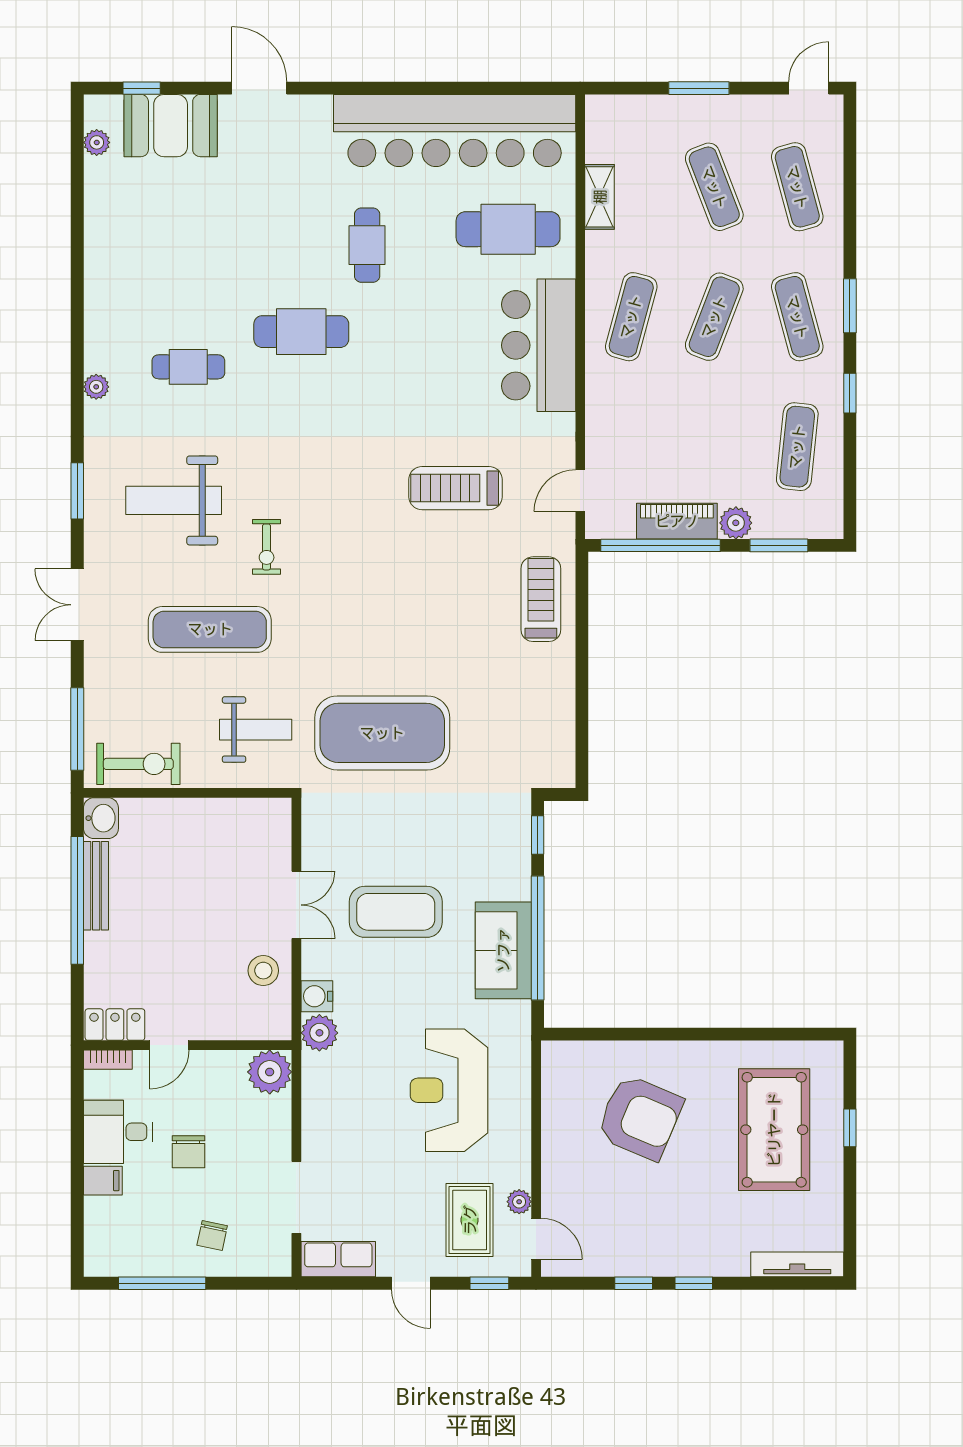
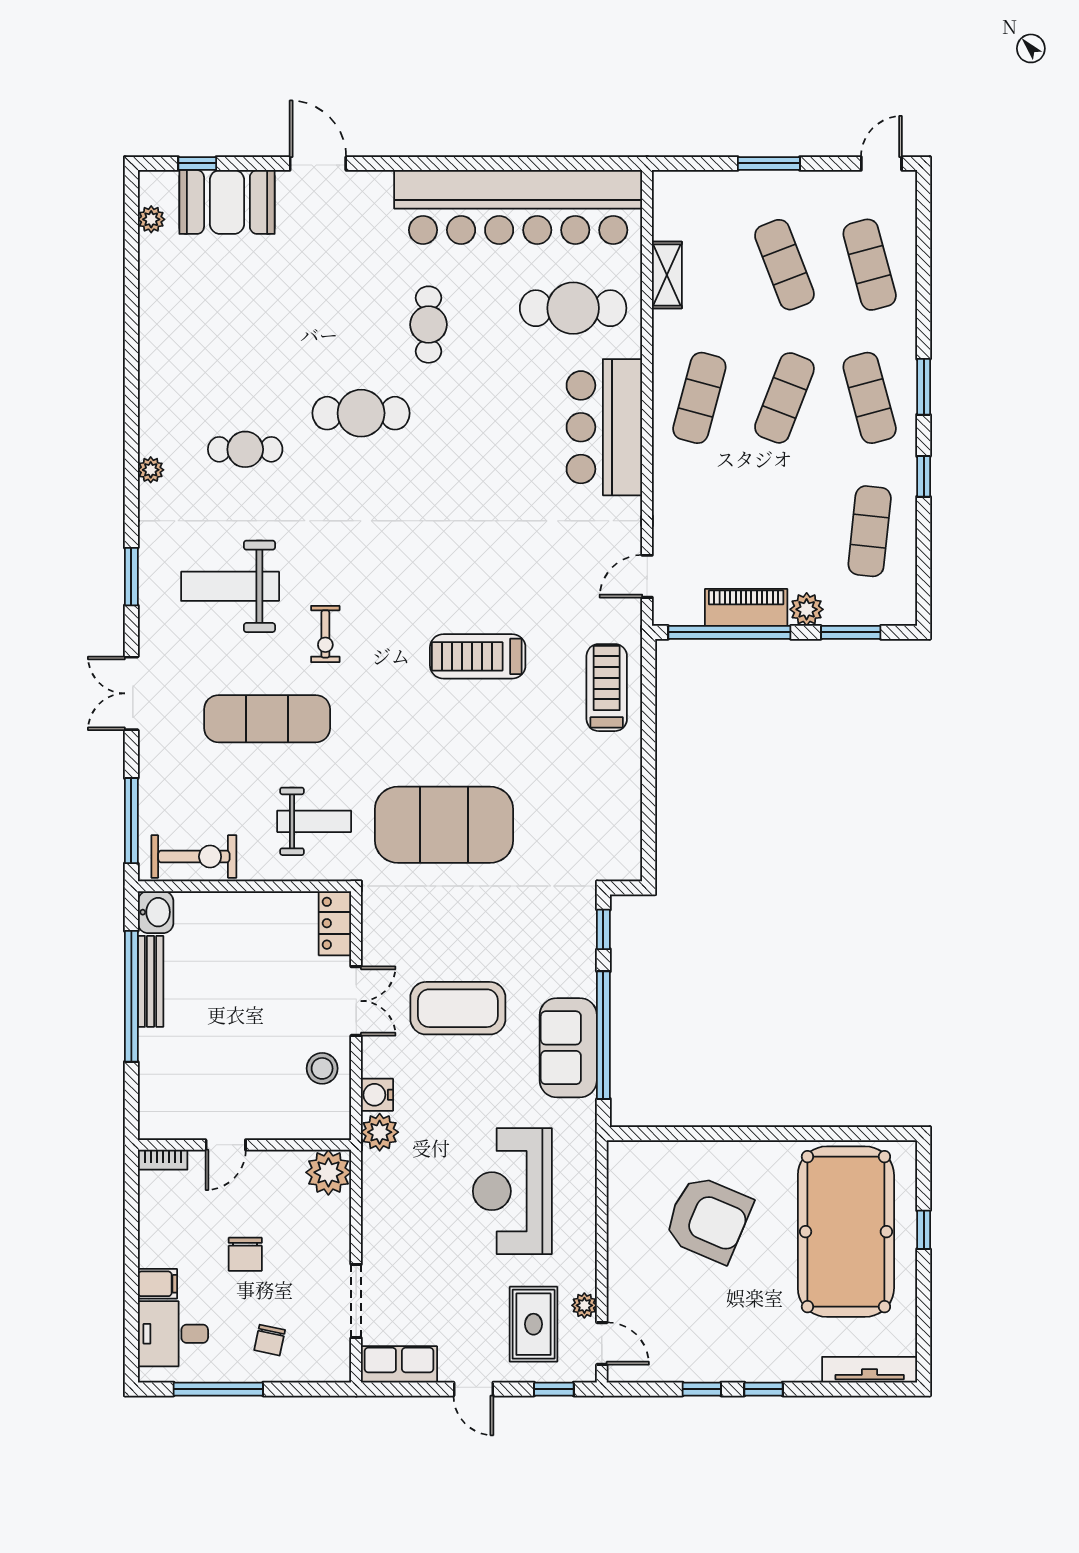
treadmill: (456, 488) -> (478, 656), moved
locker: (115, 1025) -> (335, 923), moved, turned -90
pool table: (774, 1130) -> (846, 1232), width x1.36, depth x1.32
desk: (118, 1132) -> (173, 1334), moved

